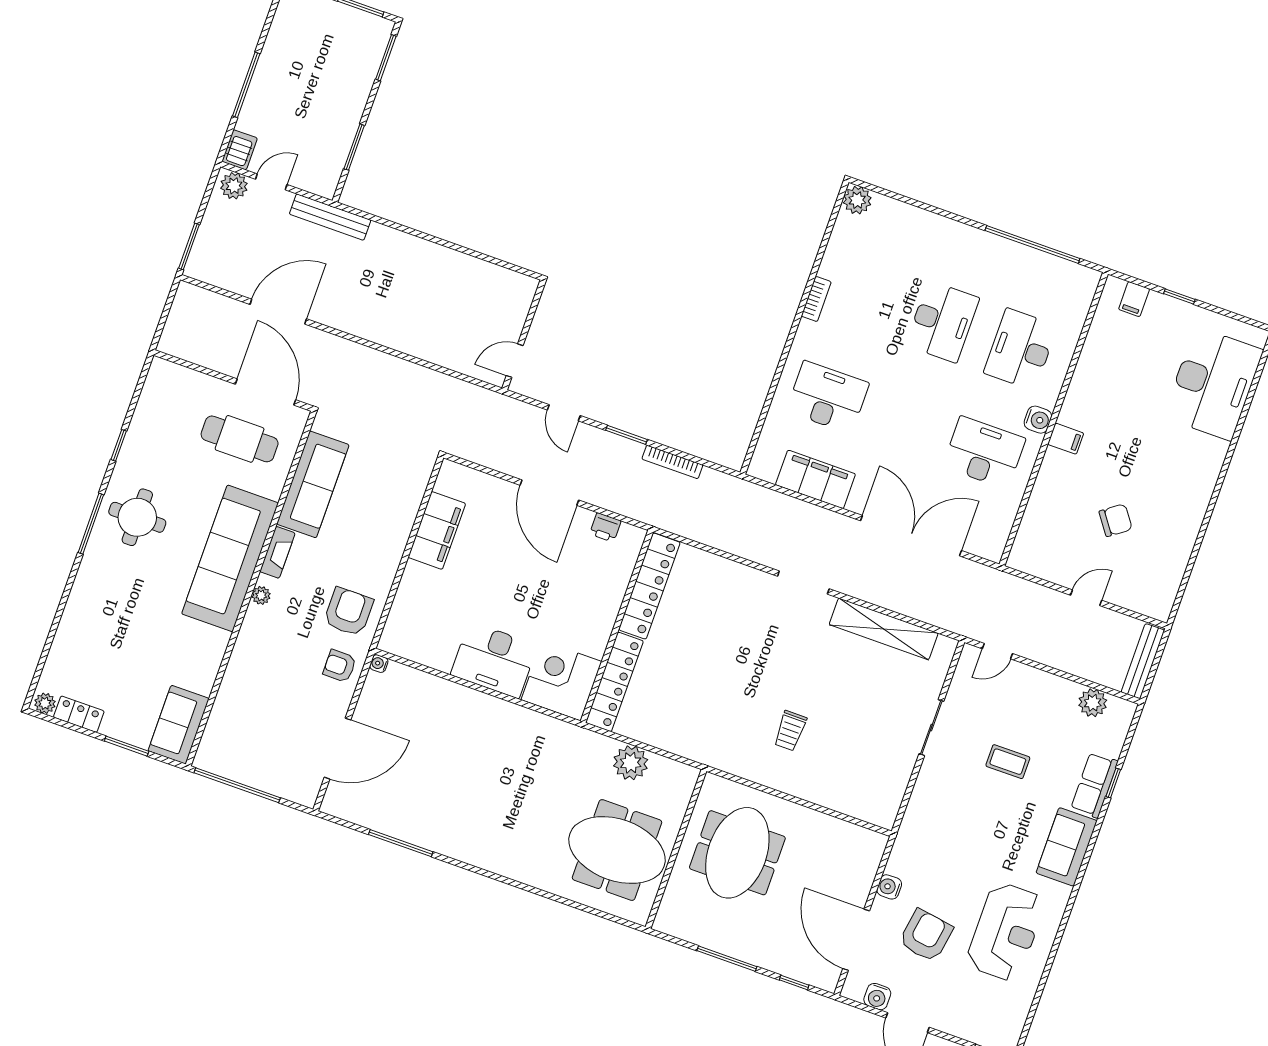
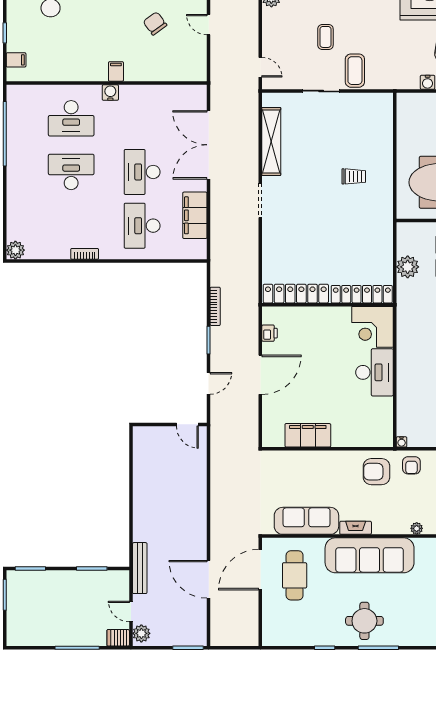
desk: (984, 453) -> (142, 172), moved
plant: (261, 595) -> (417, 528), moved
coffee table: (944, 787) -> (355, 71), added

